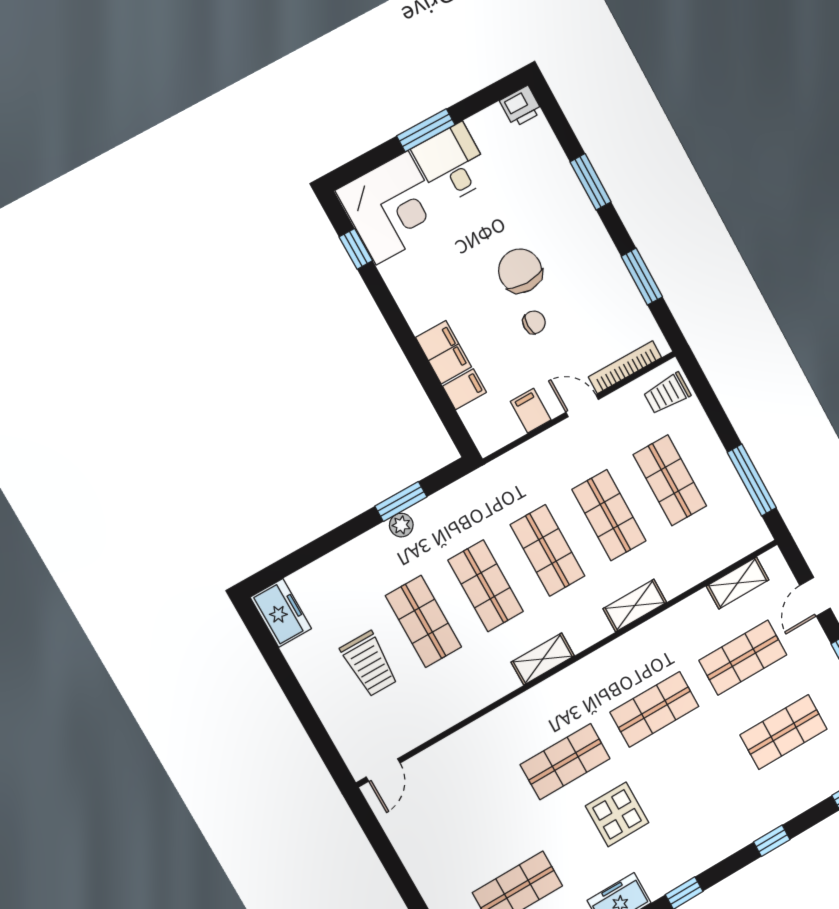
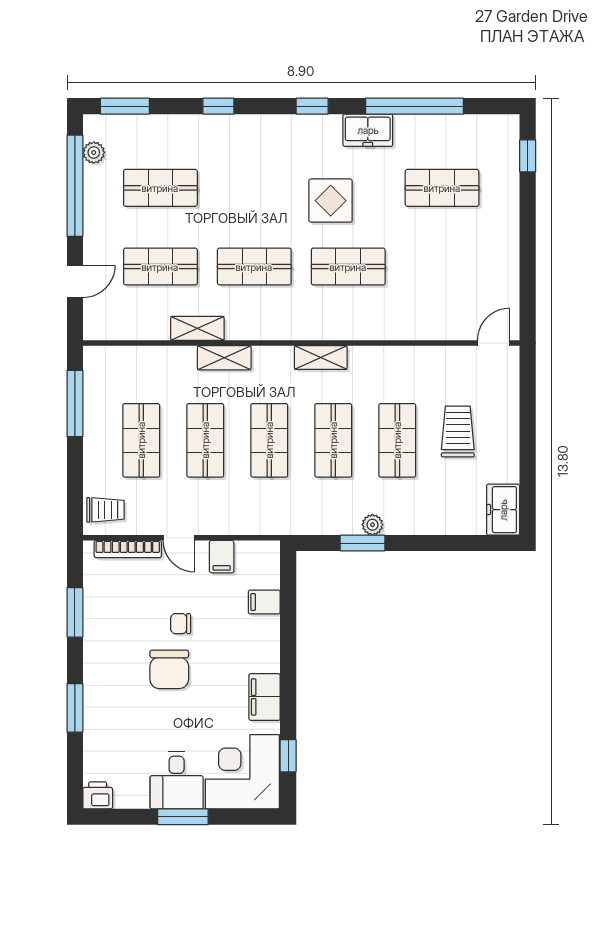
filing cabinet: (444, 352) -> (265, 697), moved
shelving: (738, 583) -> (197, 328), moved

